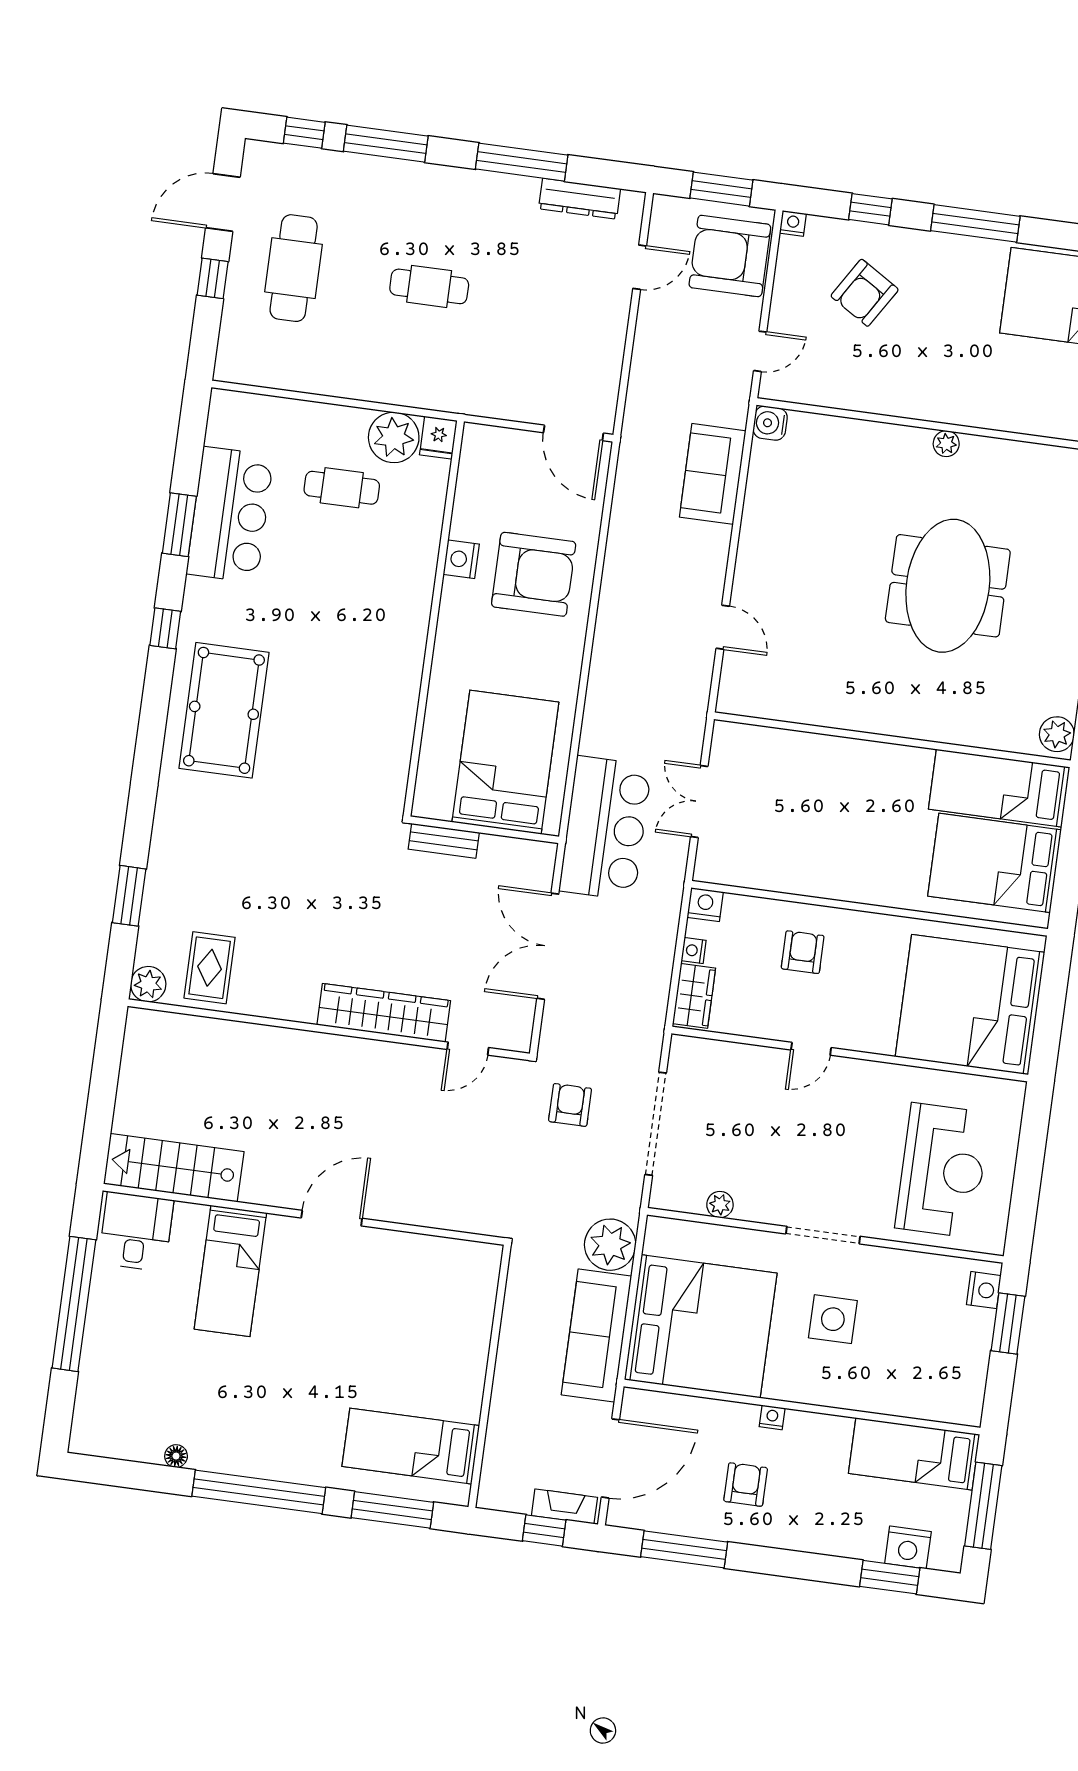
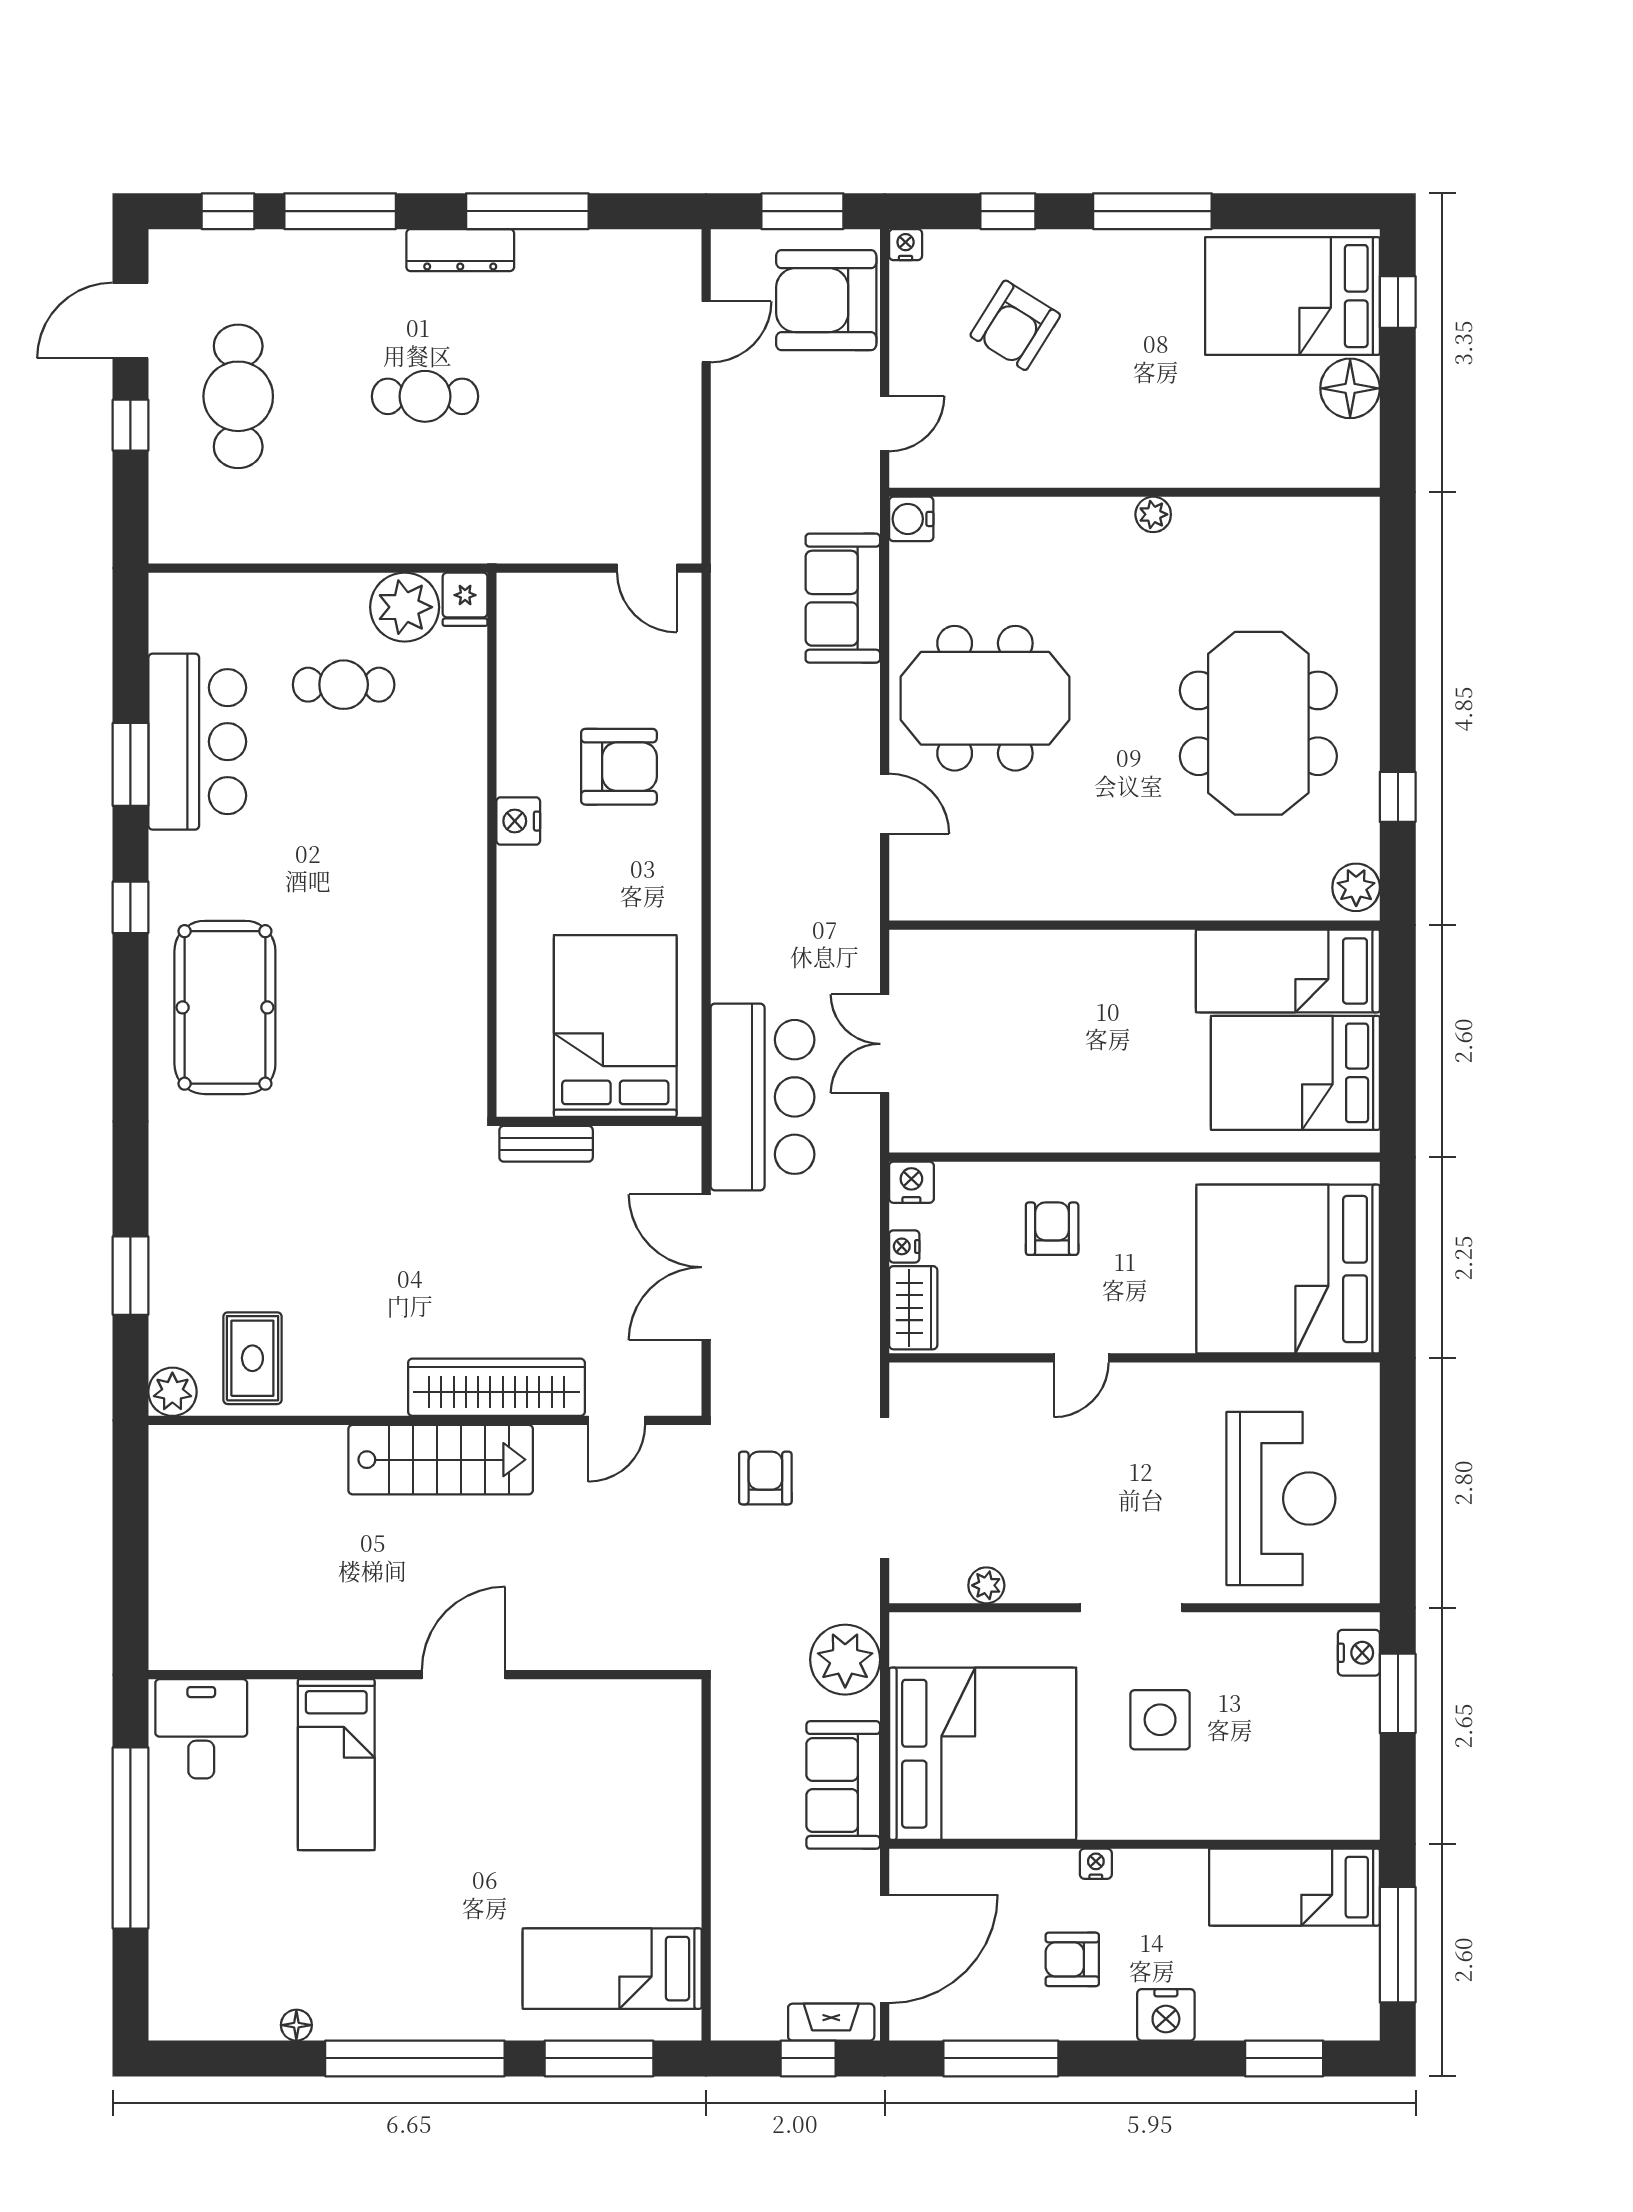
dresser: (580, 199) -> (460, 250), moved
door: (573, 433) -> (647, 568), width x0.73
nightstand: (461, 559) -> (518, 821), moved
meeting table: (806, 561) -> (985, 698), added
armchair: (534, 574) -> (619, 767), width x0.73, depth x0.73
meeting table: (948, 586) -> (1258, 723), moved
stairs: (174, 1168) -> (441, 1460), moved, turned 180
sofa: (596, 1335) -> (843, 1785), width x0.73
armchair: (746, 1485) -> (1072, 1959), turned -90
nightstand: (908, 1547) -> (1166, 2015), moved

